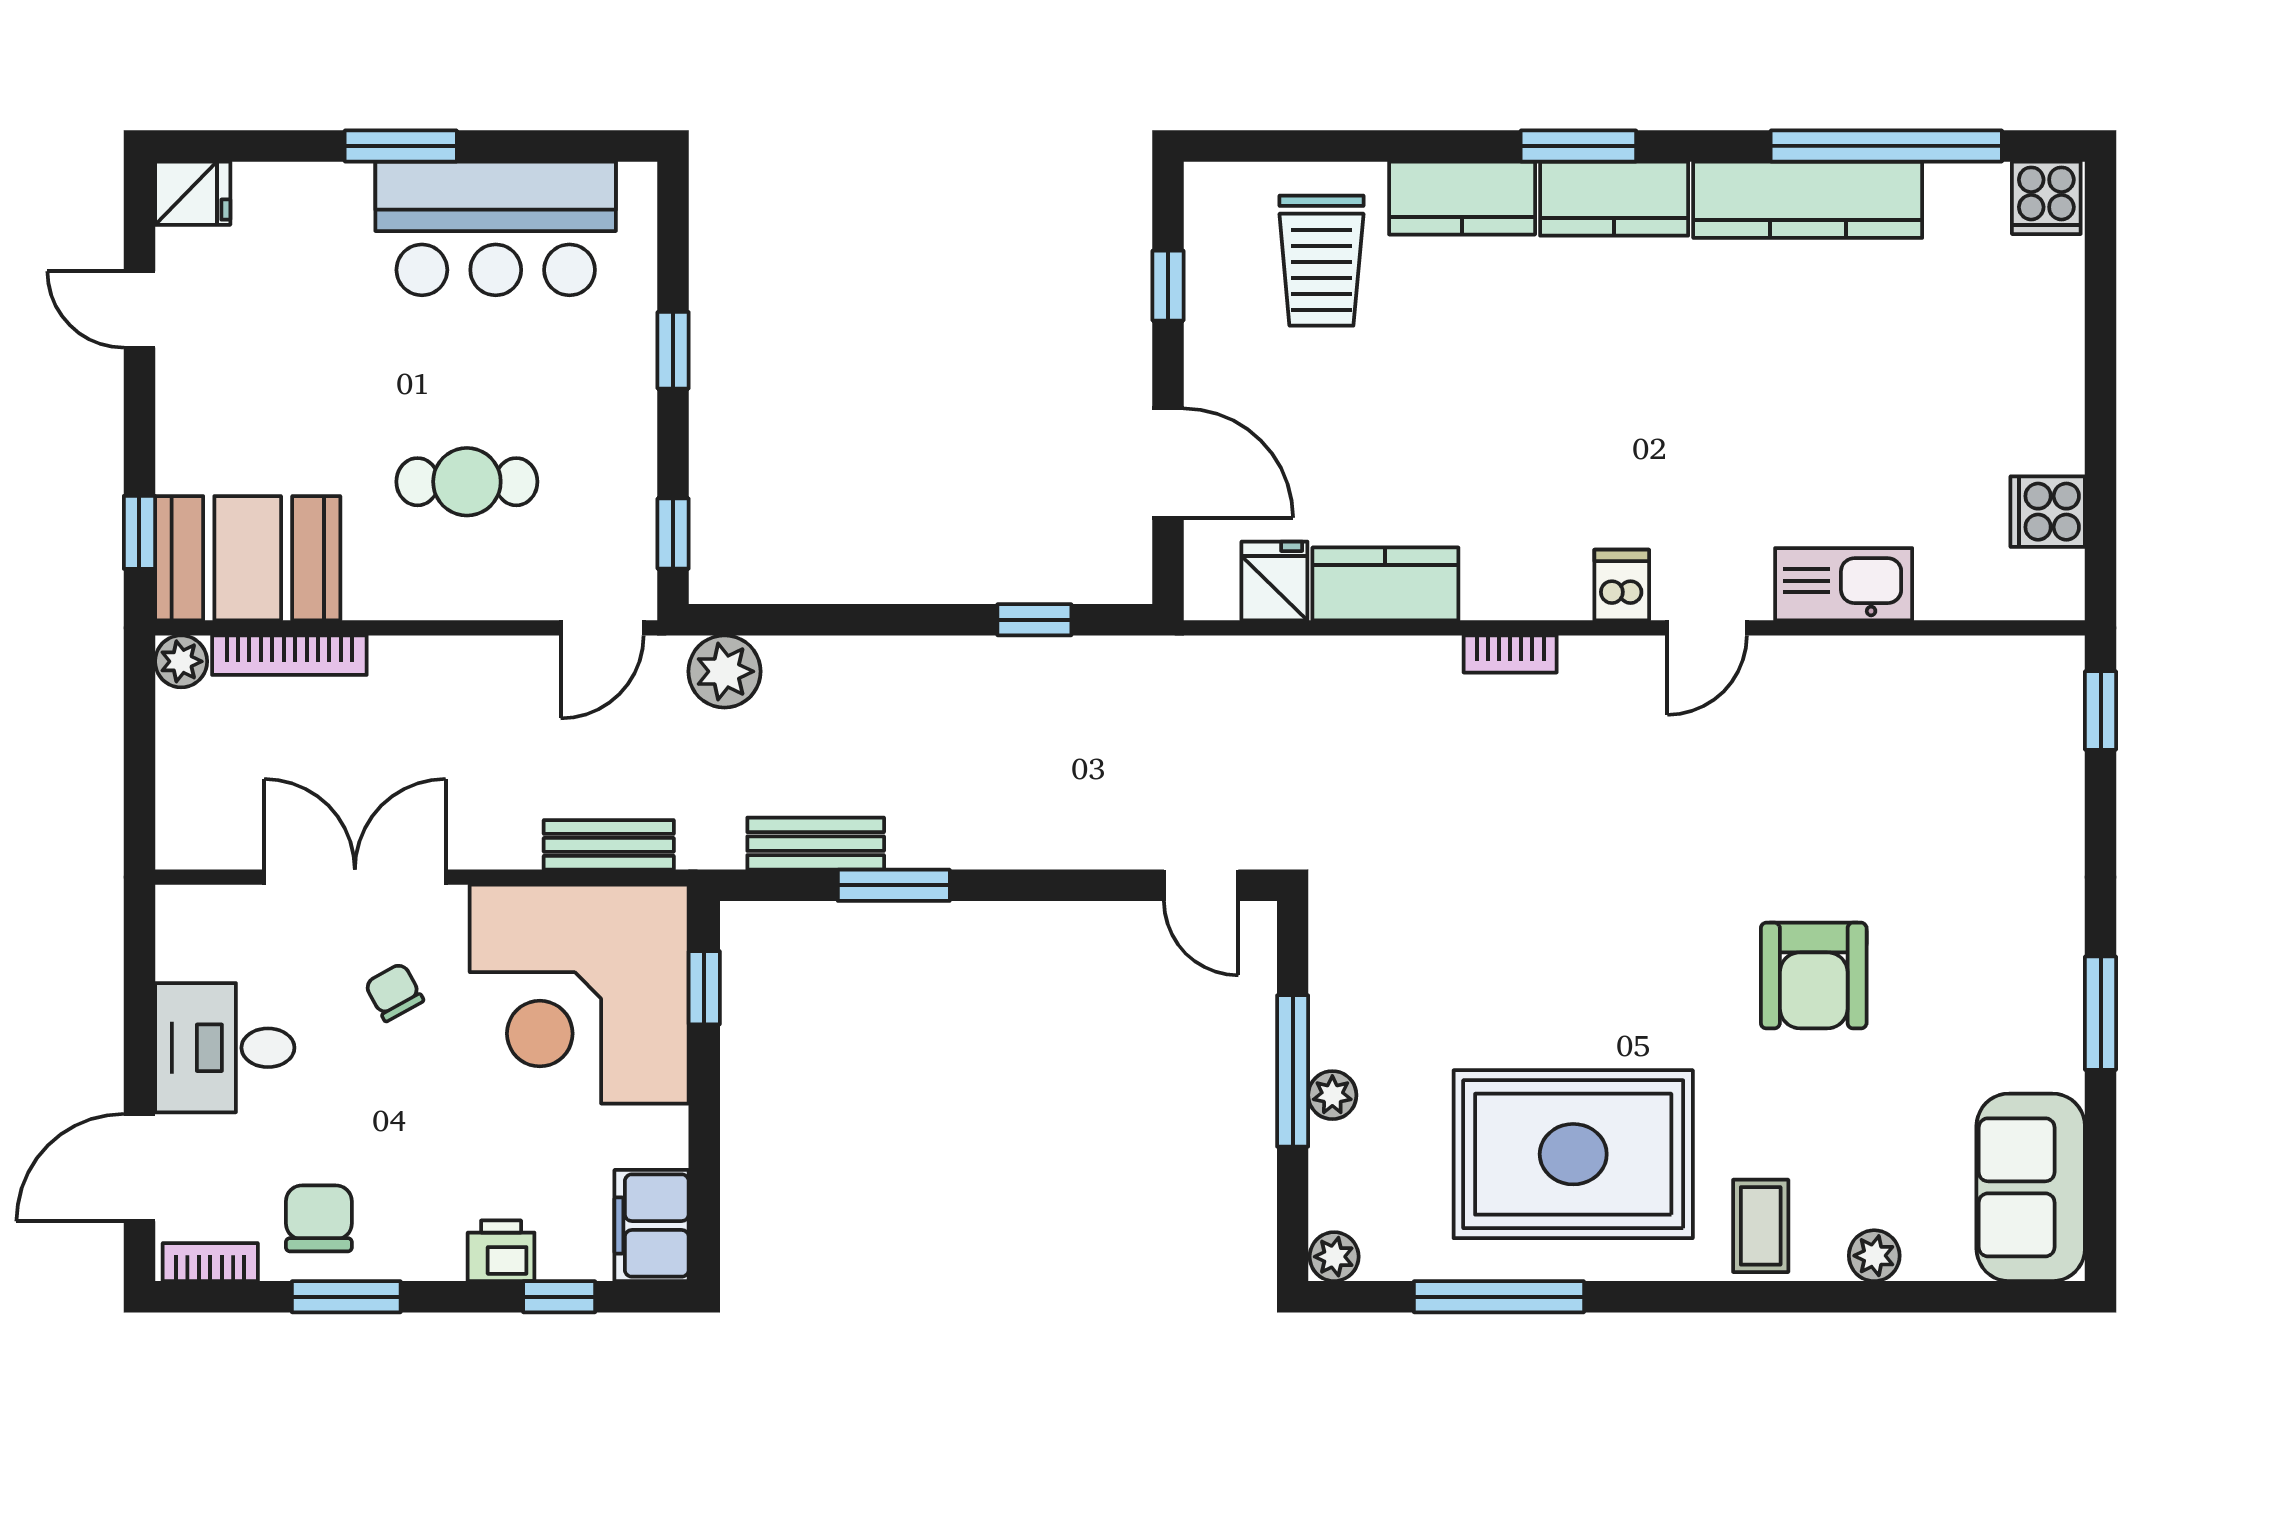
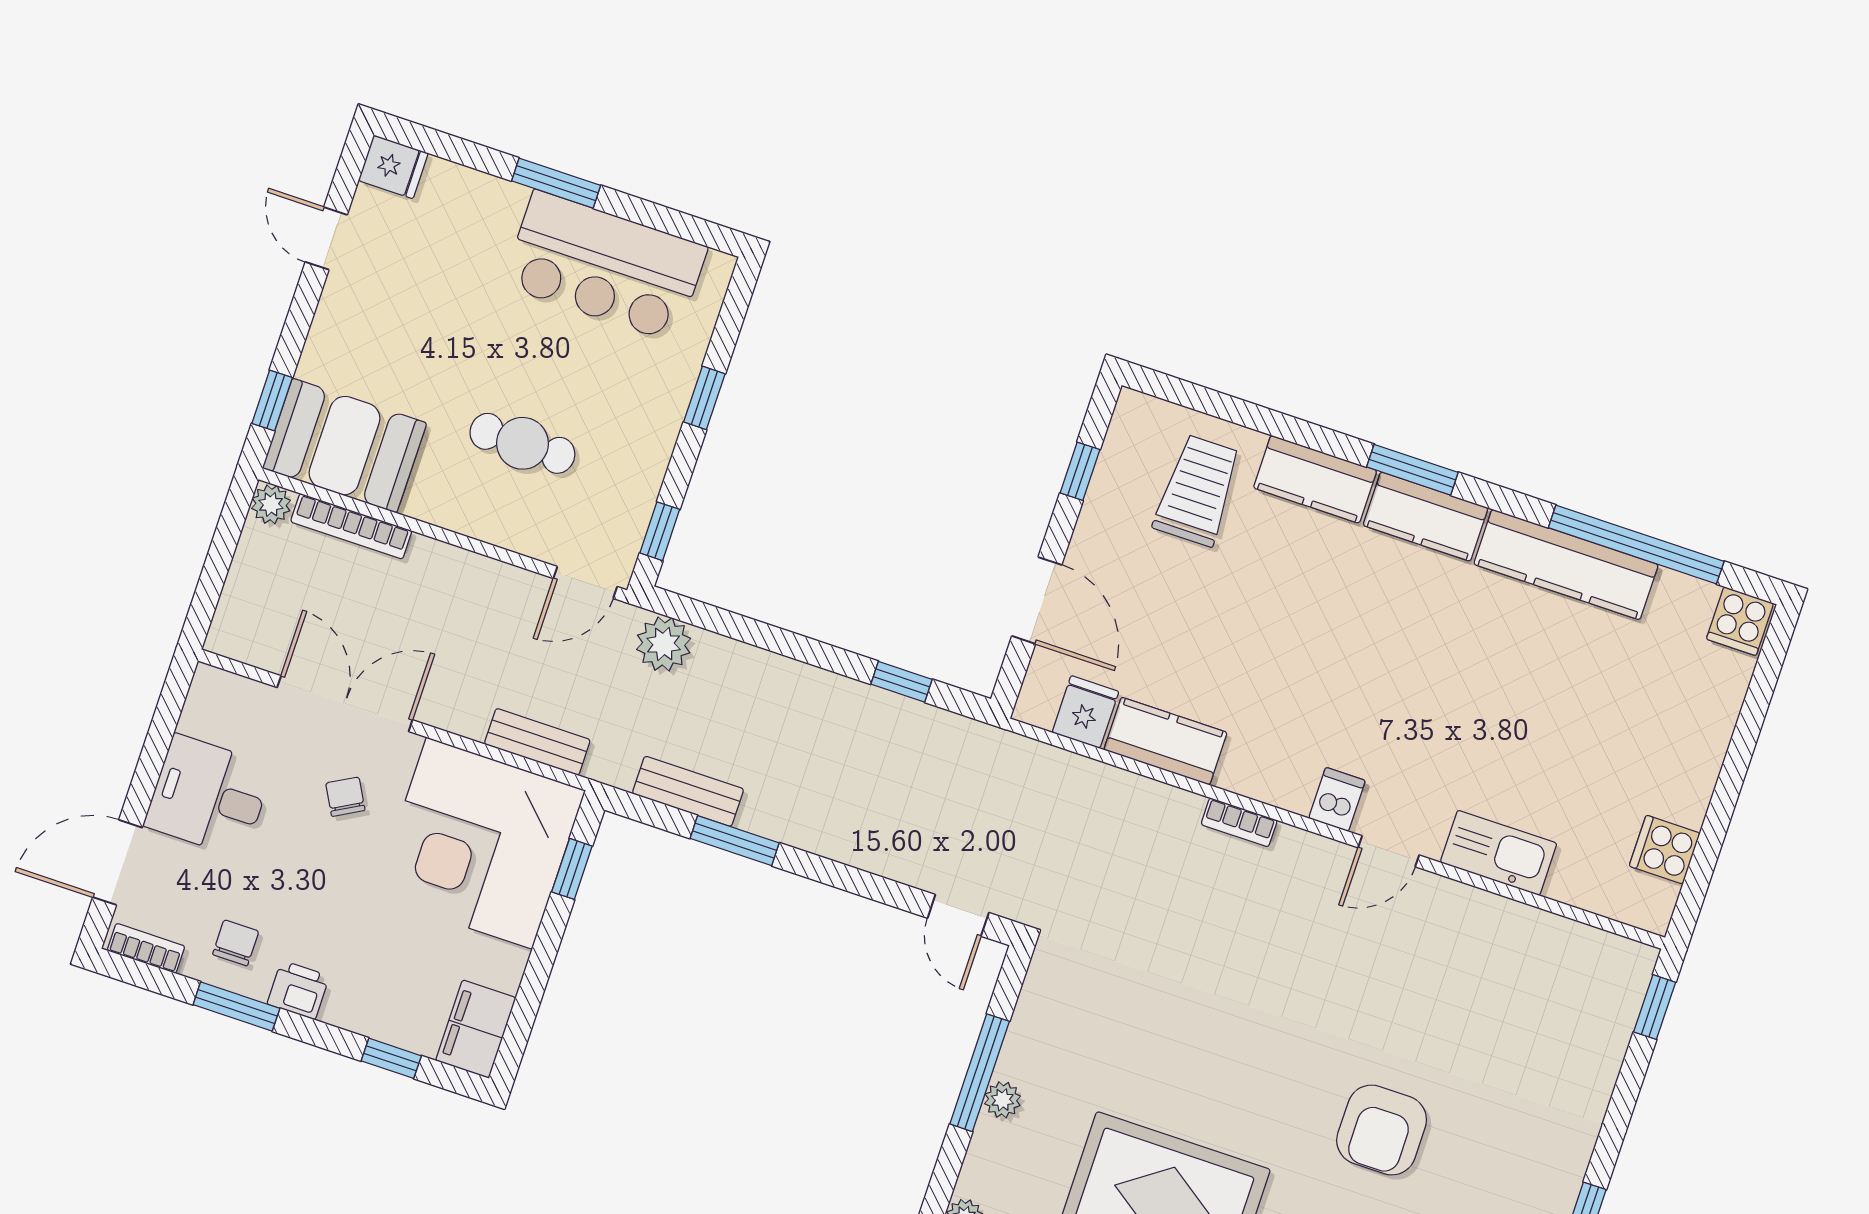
trolley: (1321, 261) -> (1198, 490), turned 180
chair: (319, 1218) -> (236, 943), width x0.73, depth x0.73
printer: (501, 1251) -> (298, 990), moved

